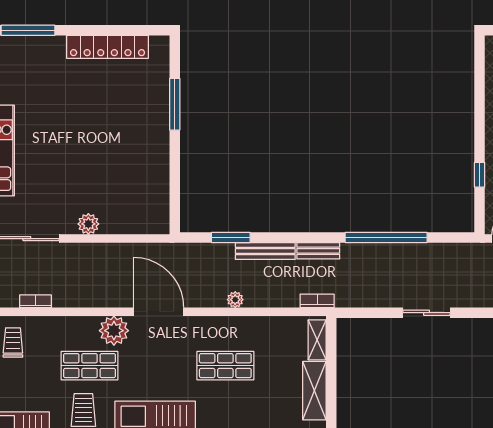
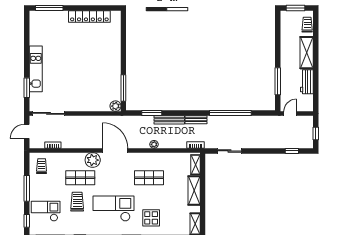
window: (175, 104) -> (123, 88), moved
window: (480, 175) -> (278, 81), width x2.17
plant: (88, 224) -> (115, 106), moved
sliding door: (426, 313) -> (229, 151), moved

